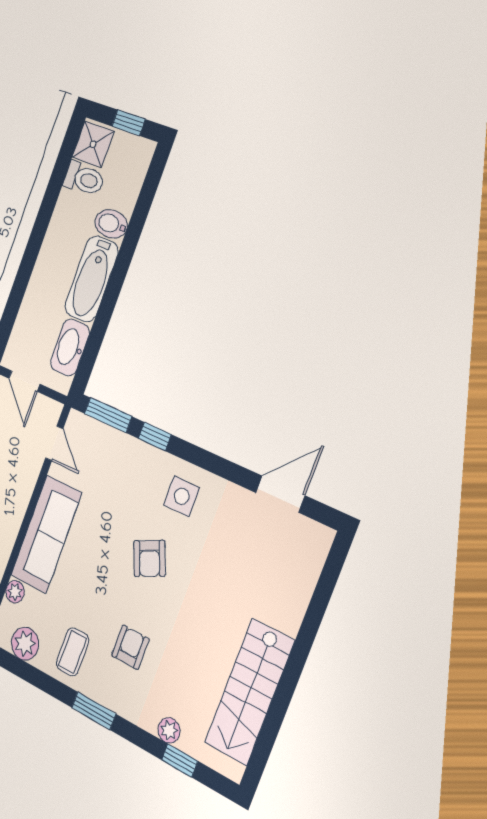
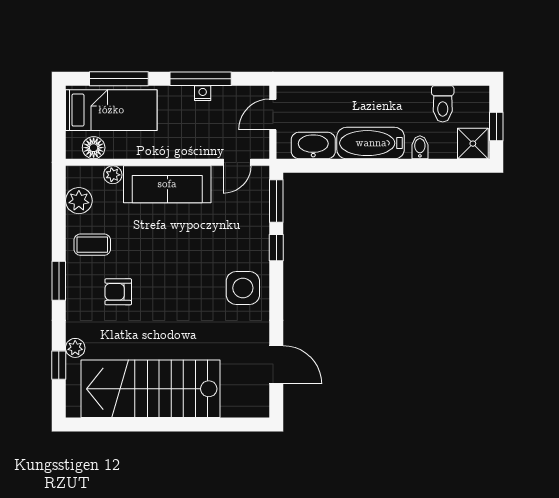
shower: (93, 144) -> (473, 144), moved
bidet: (111, 224) -> (420, 147), width x0.72, depth x0.74
side table: (182, 496) -> (243, 288), width x1.37, depth x1.37
armchair: (149, 558) -> (188, 280), removed
armchair: (130, 647) -> (118, 292), turned 180
stairs: (249, 692) -> (151, 389), width x1.36, depth x1.51

